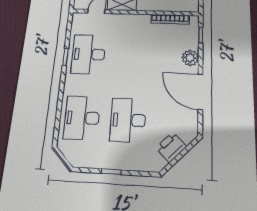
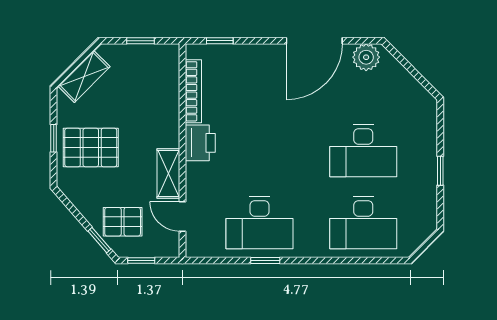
plant: (190, 58) -> (366, 57), moved
printer: (171, 147) -> (200, 143), moved, turned -135

